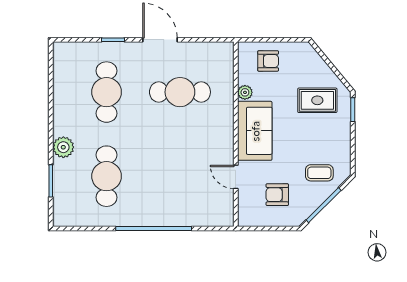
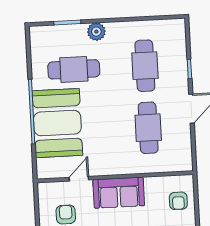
cafe table: (107, 92) -> (145, 66), turned 90
plant: (245, 92) -> (151, 183), removed
booth: (169, 199) -> (57, 123), added

